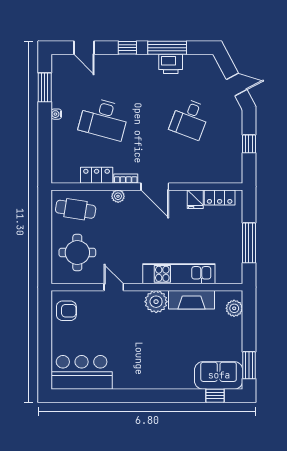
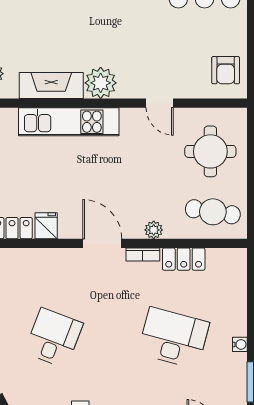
armchair: (66, 311) -> (226, 70), turned -90

